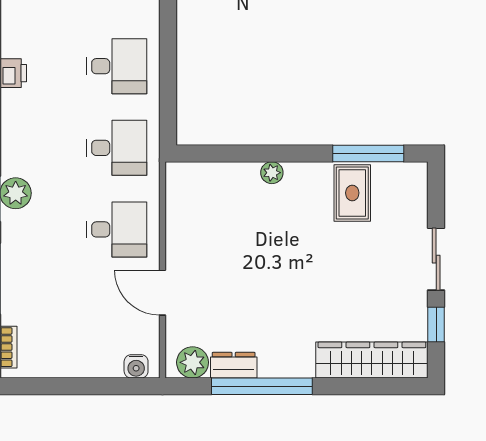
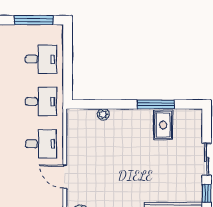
window: (368, 153) -> (156, 104), moved
plant: (272, 173) -> (103, 114), moved

